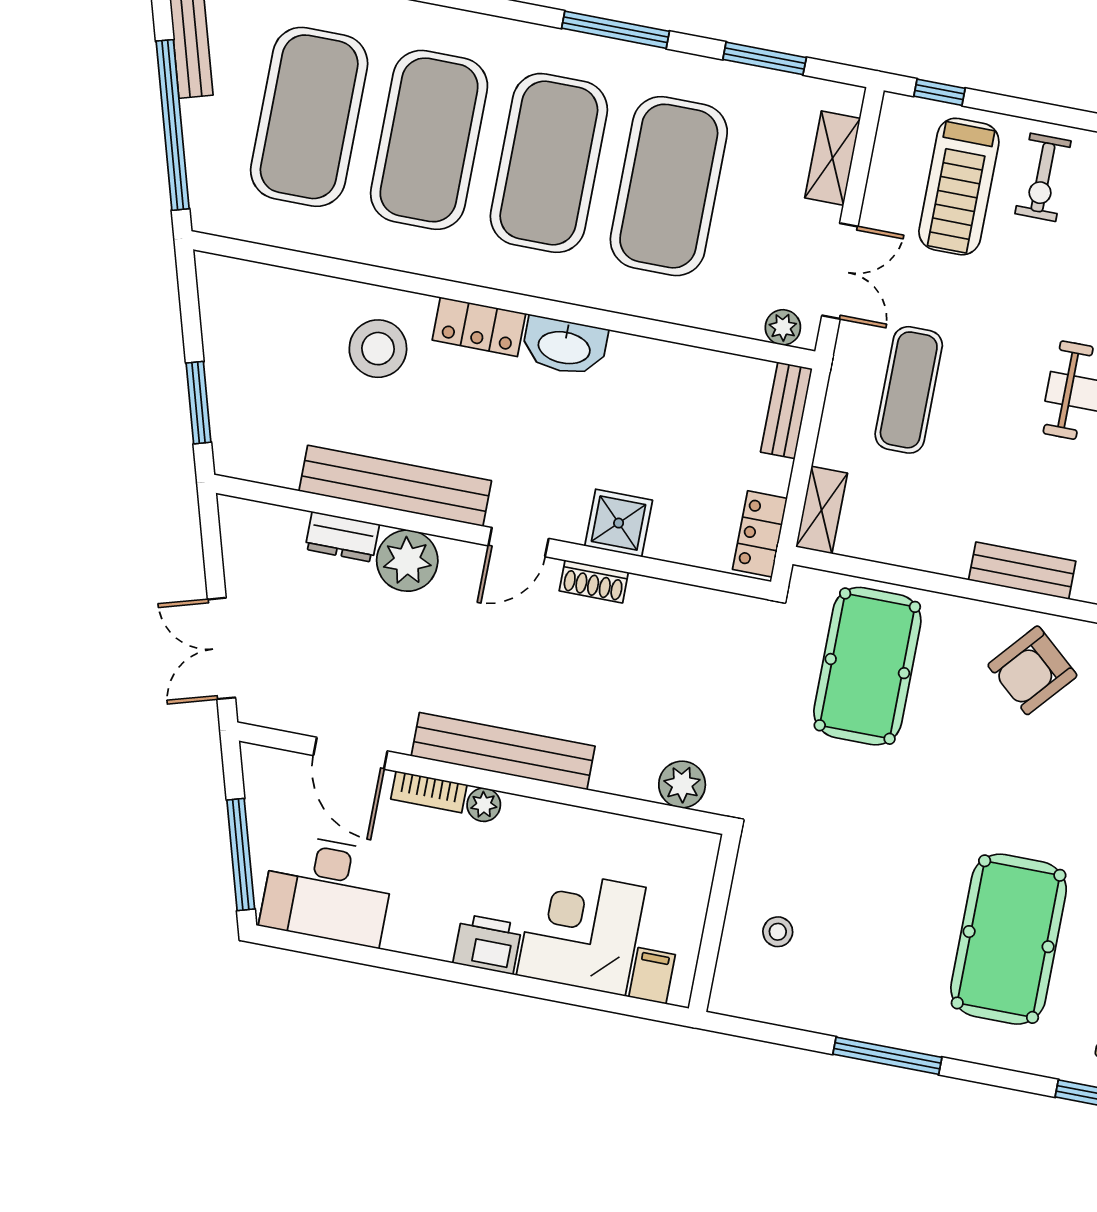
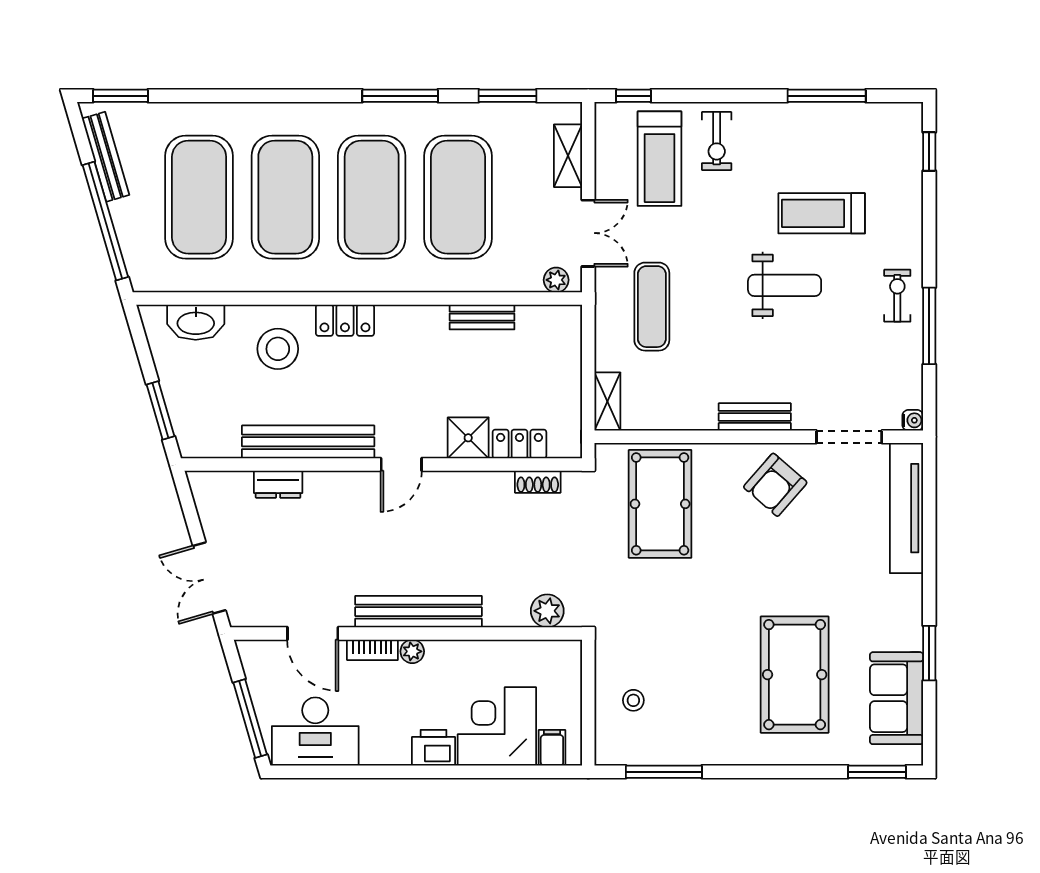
washbasin: (564, 346) -> (196, 322), moved
bench: (786, 410) -> (482, 317), moved, turned 90
locker: (760, 534) -> (519, 444), moved, turned 90
plant: (407, 561) -> (326, 492), removed
shoe rack: (594, 581) -> (538, 482), moved
window: (887, 1056) -> (664, 772), moved

